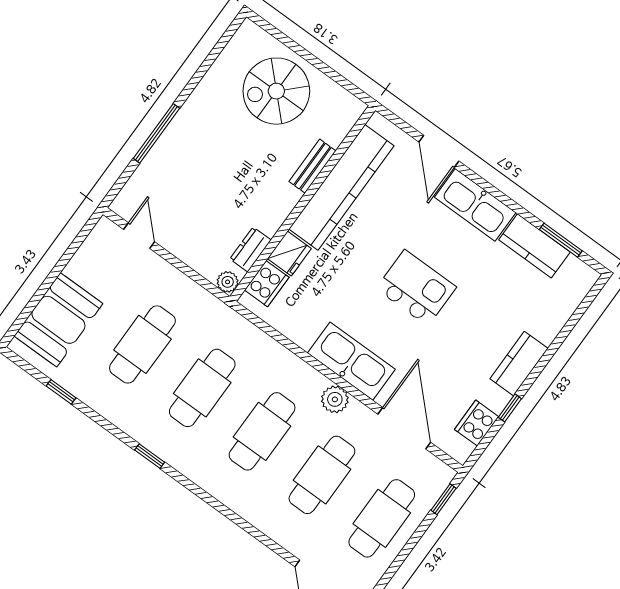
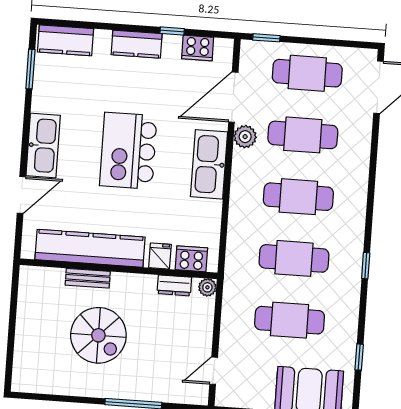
spiral stairs: (276, 91) -> (98, 335), moved
kitchen counter: (534, 246) -> (65, 40), moved, turned 90
fridge: (289, 254) -> (160, 256), width x0.72
kitchen island: (416, 288) -> (128, 151), width x1.37, depth x1.28
plant: (335, 399) -> (245, 137), moved

